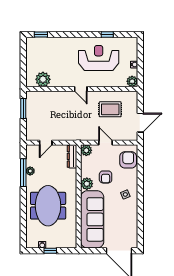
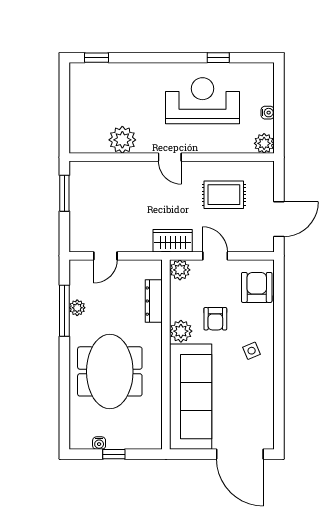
plant: (43, 79) -> (122, 140), moved
wardrobe: (82, 134) -> (173, 241), added
dresser: (72, 156) -> (154, 301), moved

